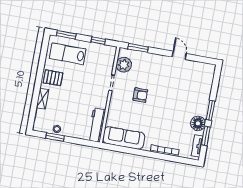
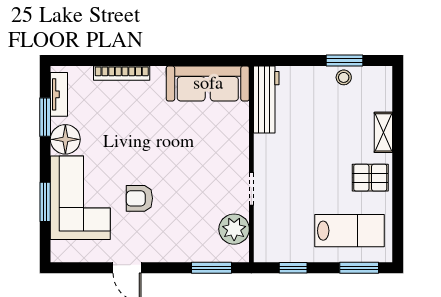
corner sofa: (196, 94) -> (80, 198), added
armchair: (140, 95) -> (139, 198), moved
window: (210, 110) -> (45, 202), moved

